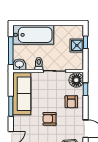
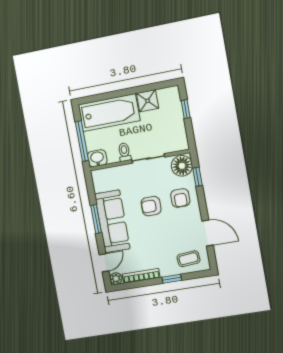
shower: (77, 45) -> (148, 101), moved
sofa: (22, 94) -> (112, 221), moved
armchair: (49, 119) -> (151, 206), moved

